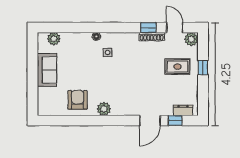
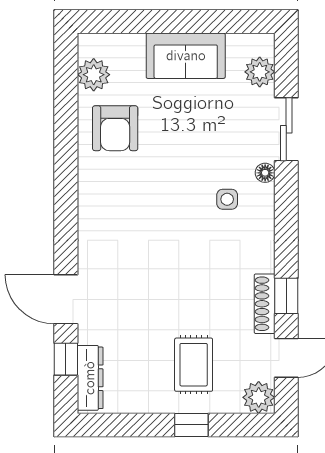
sliding door: (78, 28) -> (286, 129), added
armchair: (78, 100) -> (115, 128), turned 90
plant: (104, 109) -> (94, 75), moved
dresser: (183, 110) -> (90, 378), width x1.44

